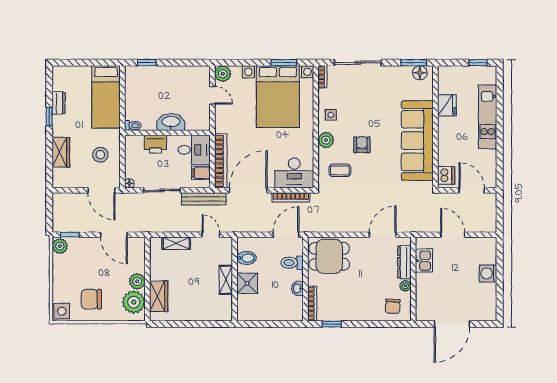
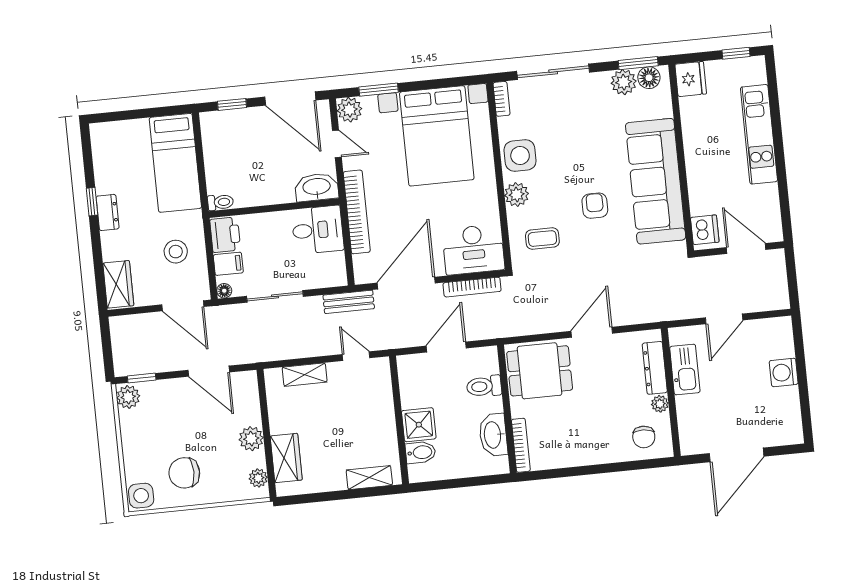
door: (185, 63) -> (290, 99), added
window: (284, 63) -> (379, 90), moved
plant: (403, 74) -> (624, 82), added
dresser: (59, 103) -> (108, 212), moved
fridge: (447, 105) -> (691, 79), moved
side table: (331, 115) -> (520, 155), width x1.87, depth x1.87
washbasin: (171, 122) -> (317, 187), moved
printer: (155, 144) -> (225, 235), moved, turned -90
armchair: (362, 145) -> (595, 206), moved
wardrobe: (61, 152) -> (118, 284), moved
bookcase: (221, 161) -> (357, 212), moved
filing cabinet: (201, 173) -> (228, 264), moved, turned 180
bench: (204, 199) -> (349, 302), width x0.73
door: (286, 235) -> (446, 347), moved
door: (383, 235) -> (592, 332), moved
door: (453, 235) -> (724, 319), swing flipped
bidet: (246, 258) -> (420, 452), moved
kitchen sink: (424, 261) -> (685, 369), width x1.38
shelving: (226, 280) -> (369, 478), moved, turned 90
washbasin: (297, 288) -> (493, 435), width x1.91, depth x1.45
plant: (134, 302) -> (258, 478), width x0.53, depth x0.53
window: (332, 324) -> (554, 473), removed

